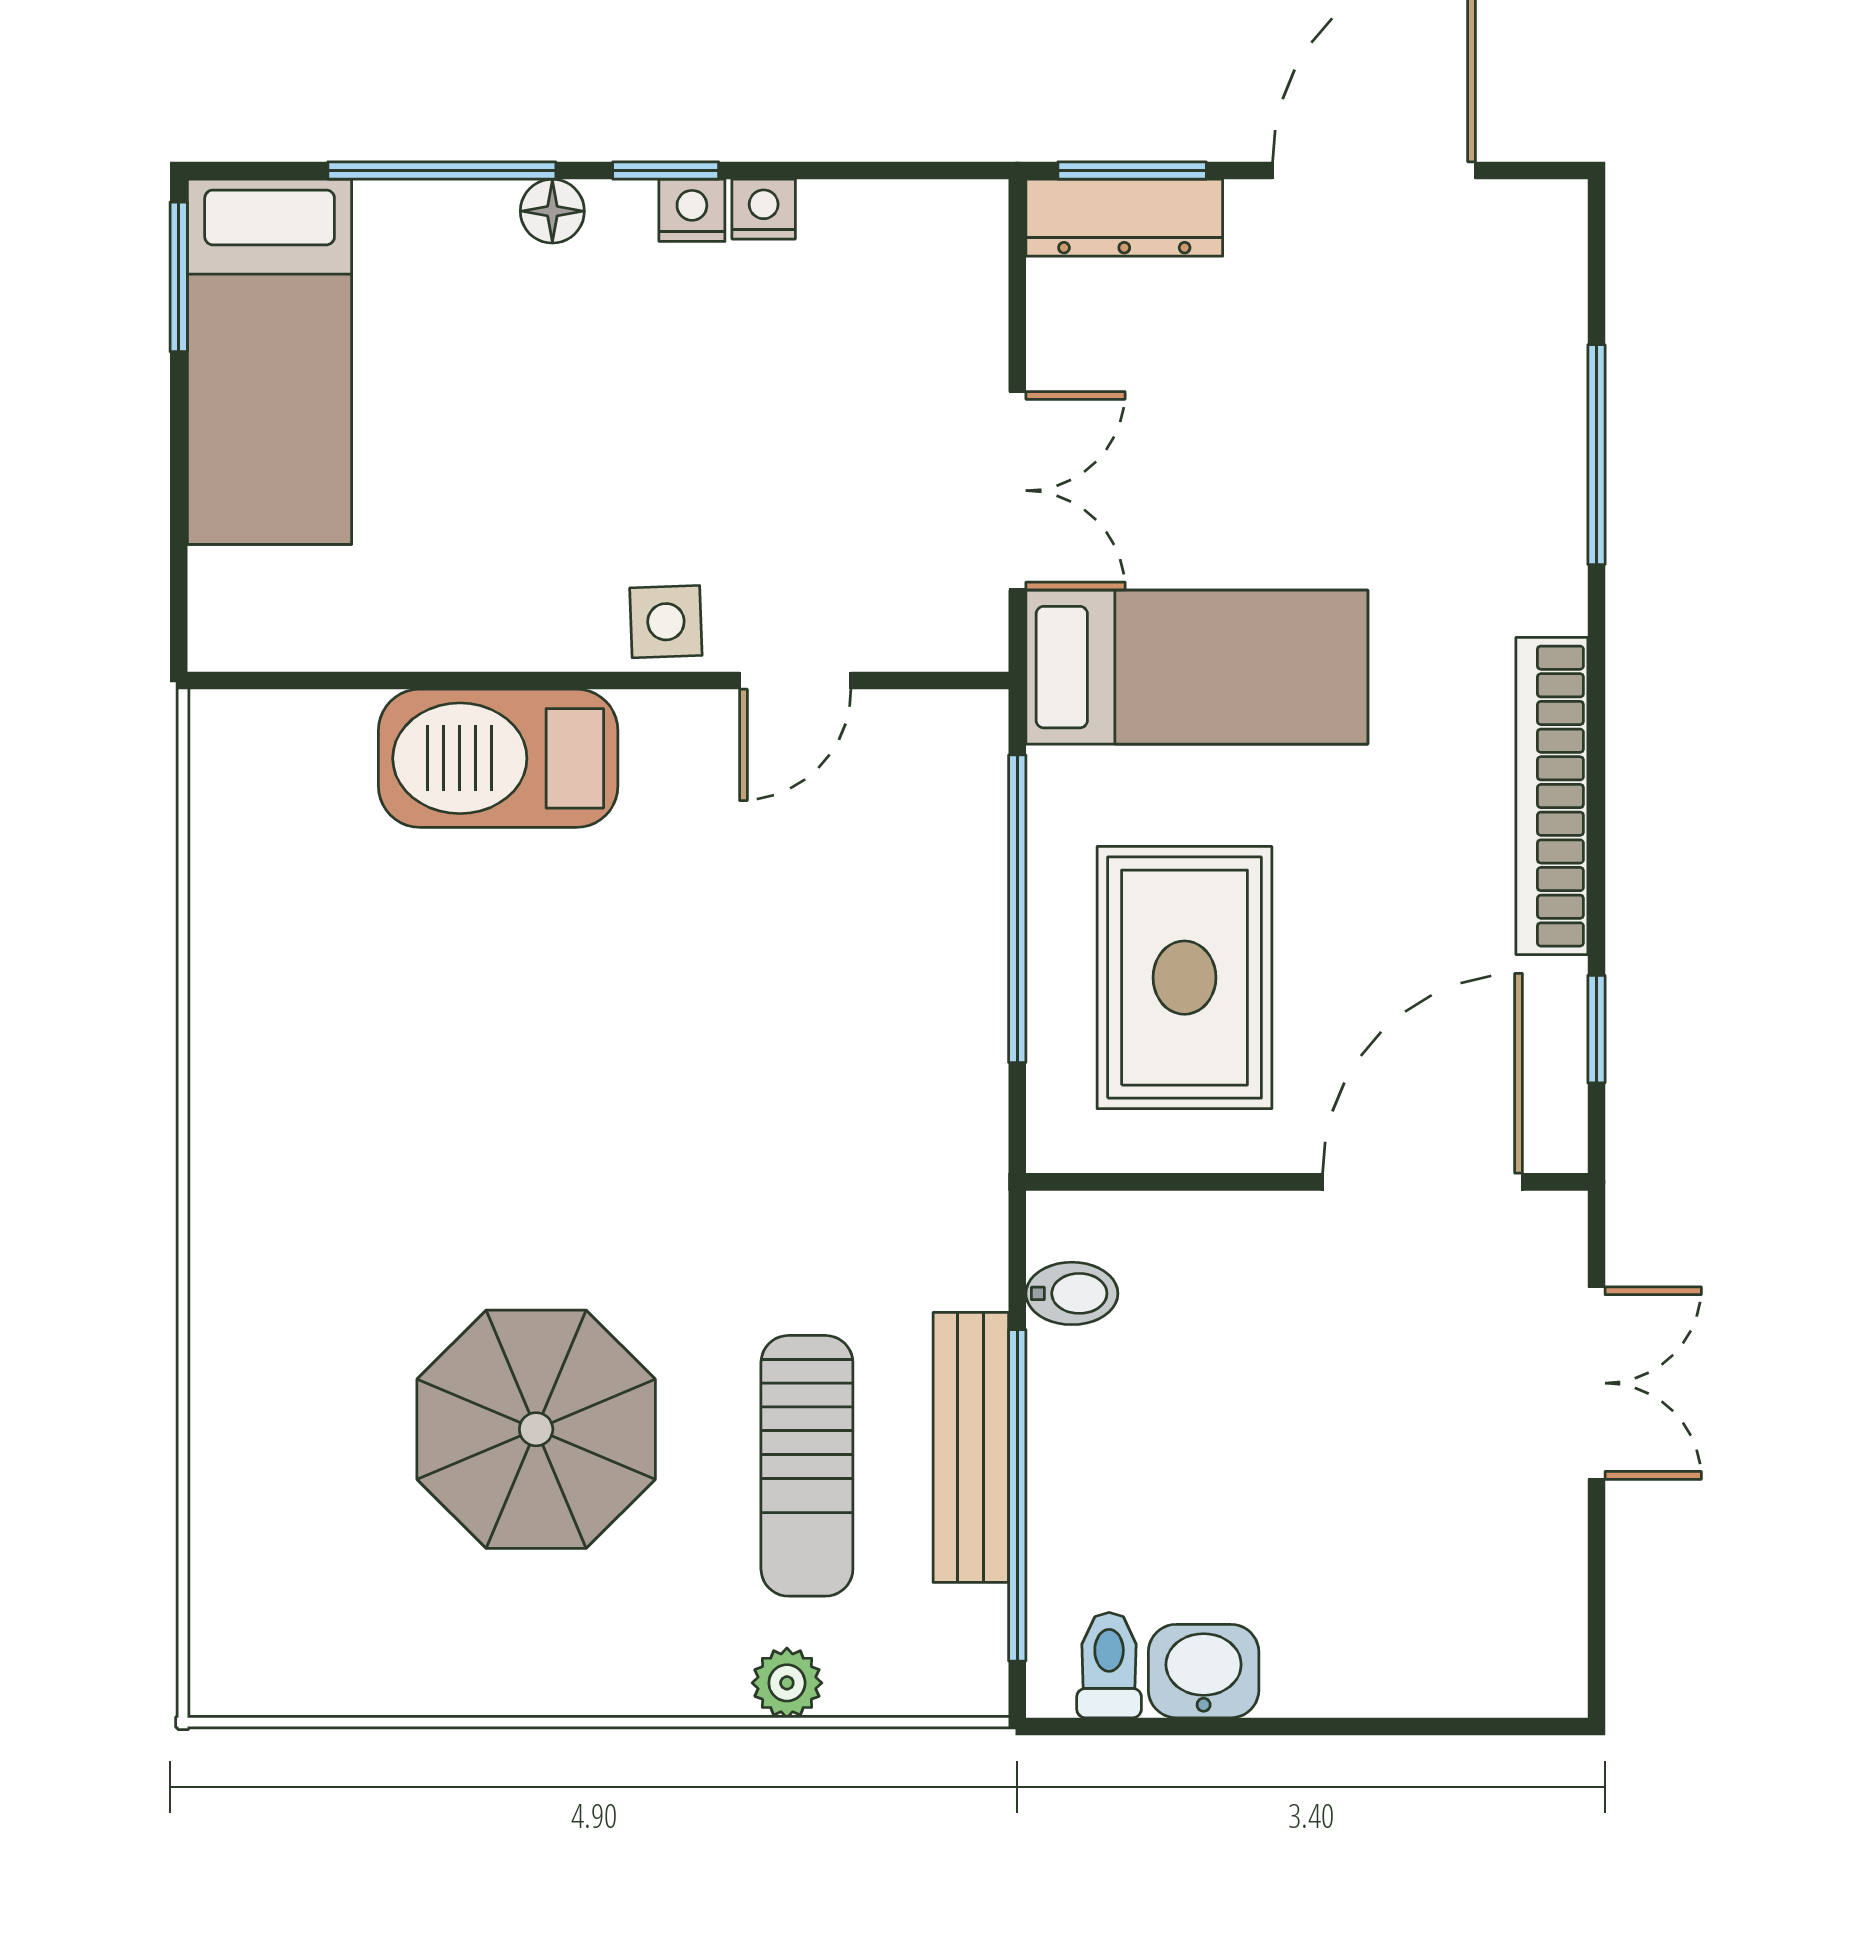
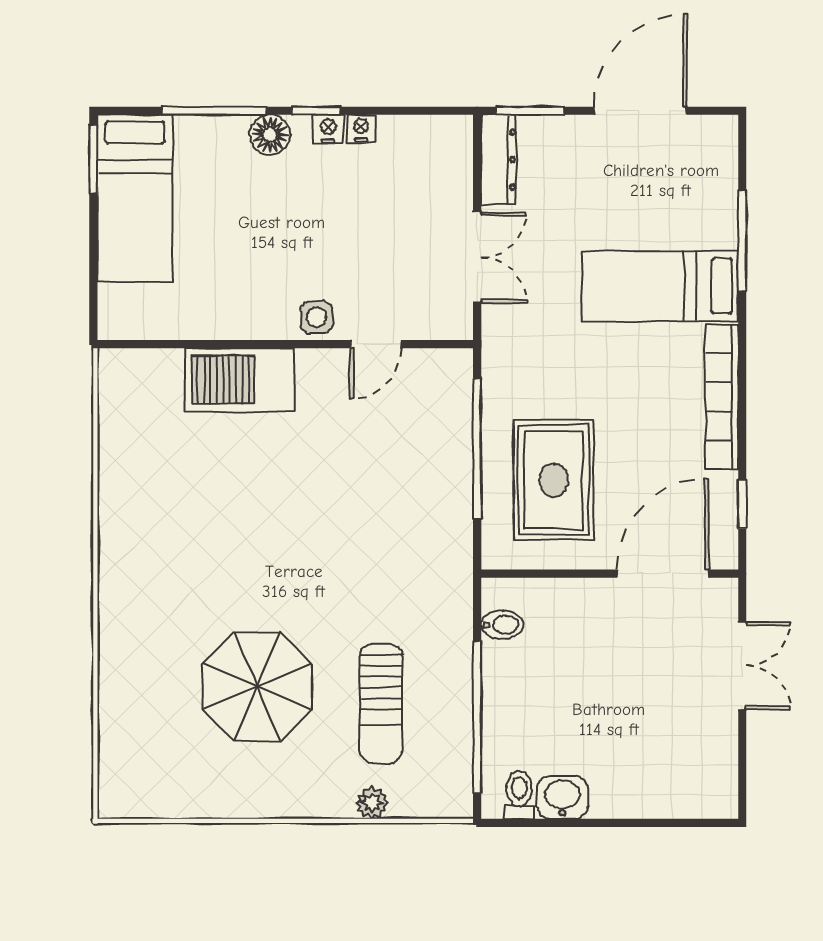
floor lamp: (552, 211) -> (270, 135), width x1.37, depth x1.37
dresser: (1124, 218) -> (499, 160), moved, turned -90
bed: (1197, 667) -> (660, 286), moved, turned 180
bench: (971, 1447) -> (456, 695), removed

